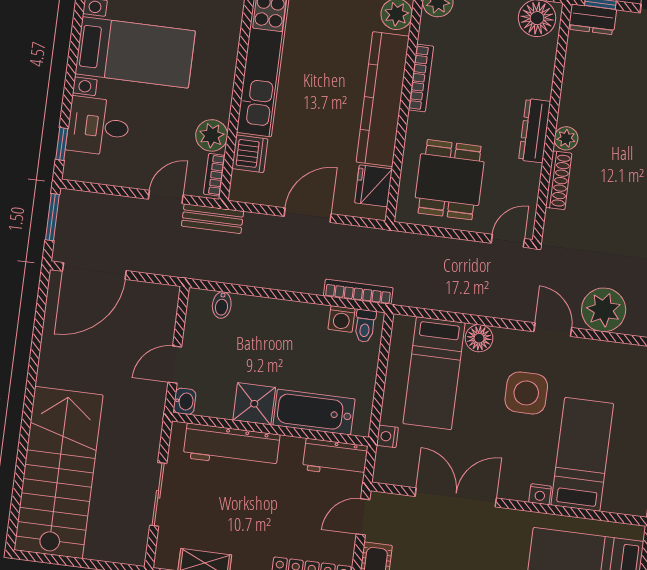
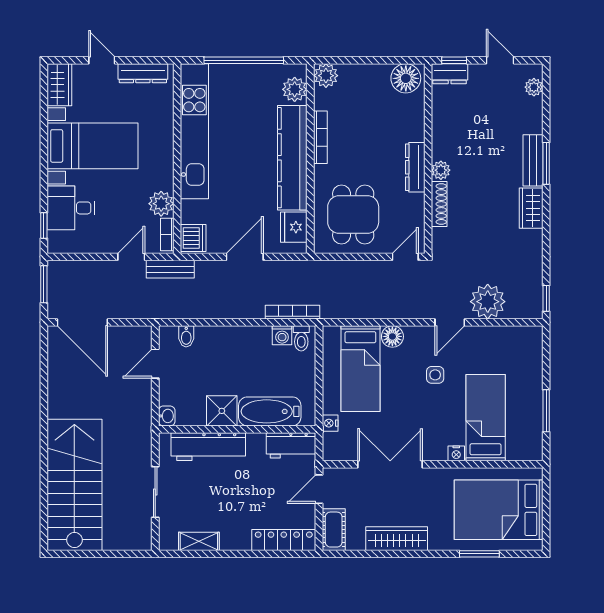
dishwasher: (250, 154) -> (193, 238), moved
door: (94, 271) -> (82, 322), hinge flipped
door: (553, 330) -> (450, 322), swing flipped
door: (175, 365) -> (155, 364), moved
side table: (526, 393) -> (435, 375), width x0.54, depth x0.54

